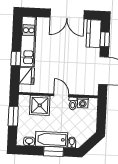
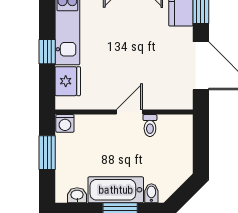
door: (61, 95) -> (129, 112), hinge flipped
washing machine: (83, 103) -> (65, 123), moved
shower: (40, 105) -> (93, 132), removed

